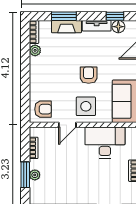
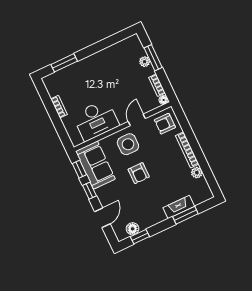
tv unit: (97, 26) -> (152, 220), removed
bookcase: (34, 32) -> (187, 150), moved, width x1.56
floor lamp: (34, 131) -> (164, 100), added

